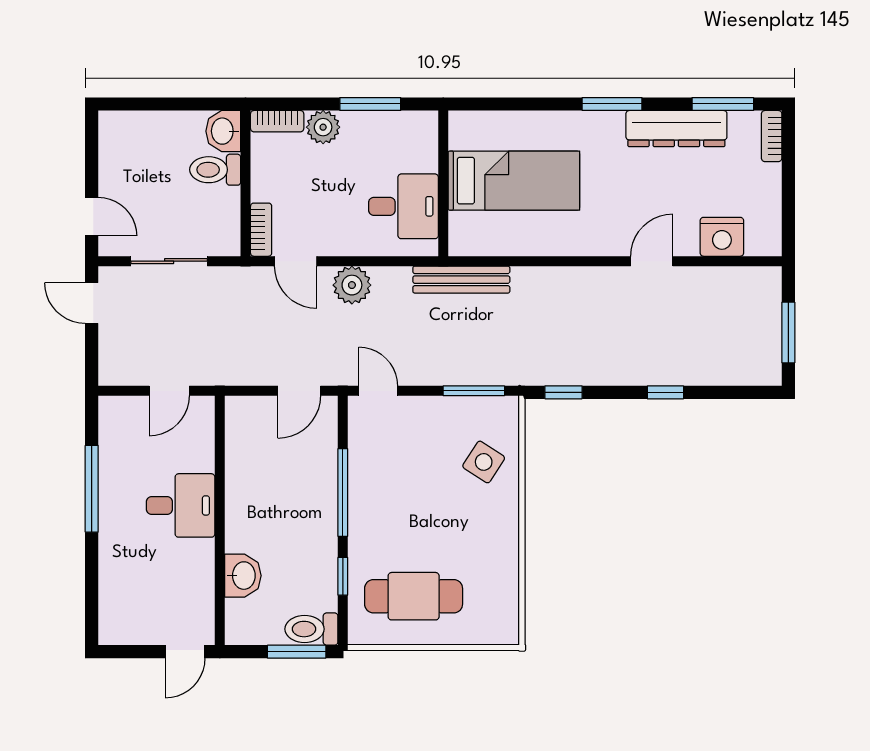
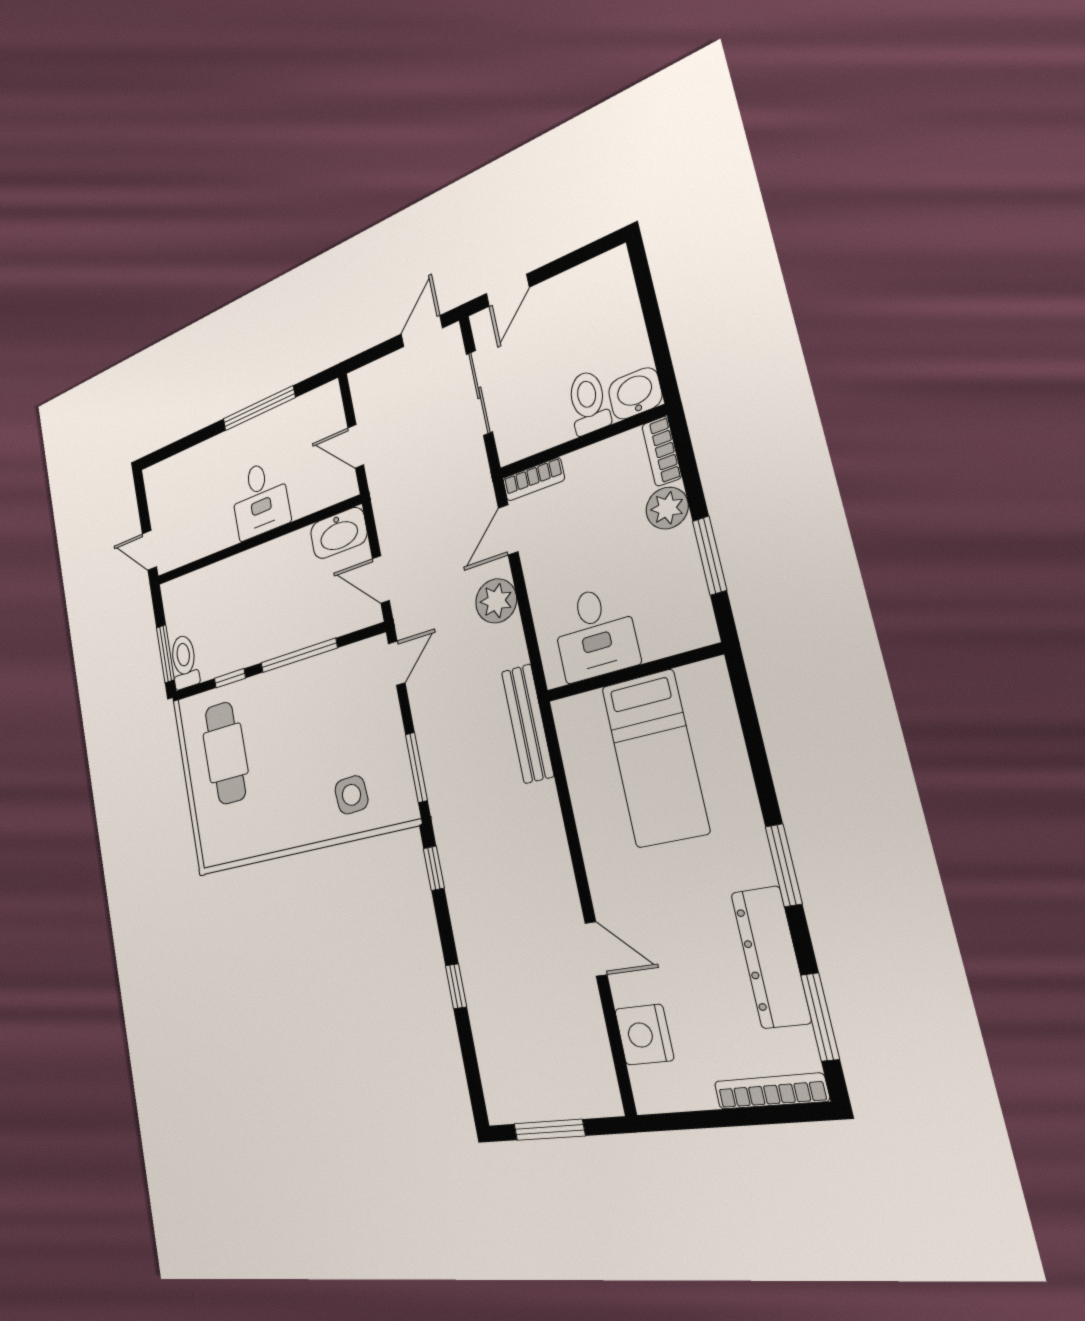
bookcase: (772, 136) -> (771, 1091), width x1.56
side table: (484, 462) -> (351, 795), turned -37
washbasin: (243, 576) -> (339, 533), moved, width x1.38

